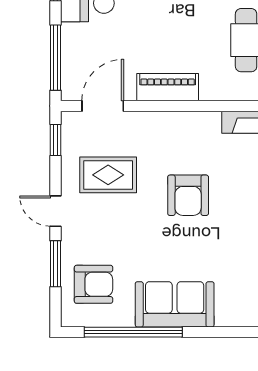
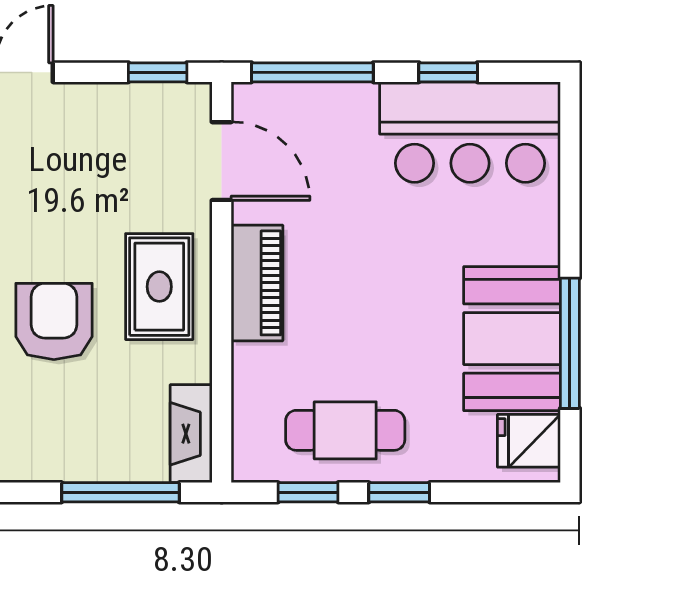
rug: (108, 175) -> (159, 287), moved
armchair: (188, 195) -> (54, 321), turned 90

